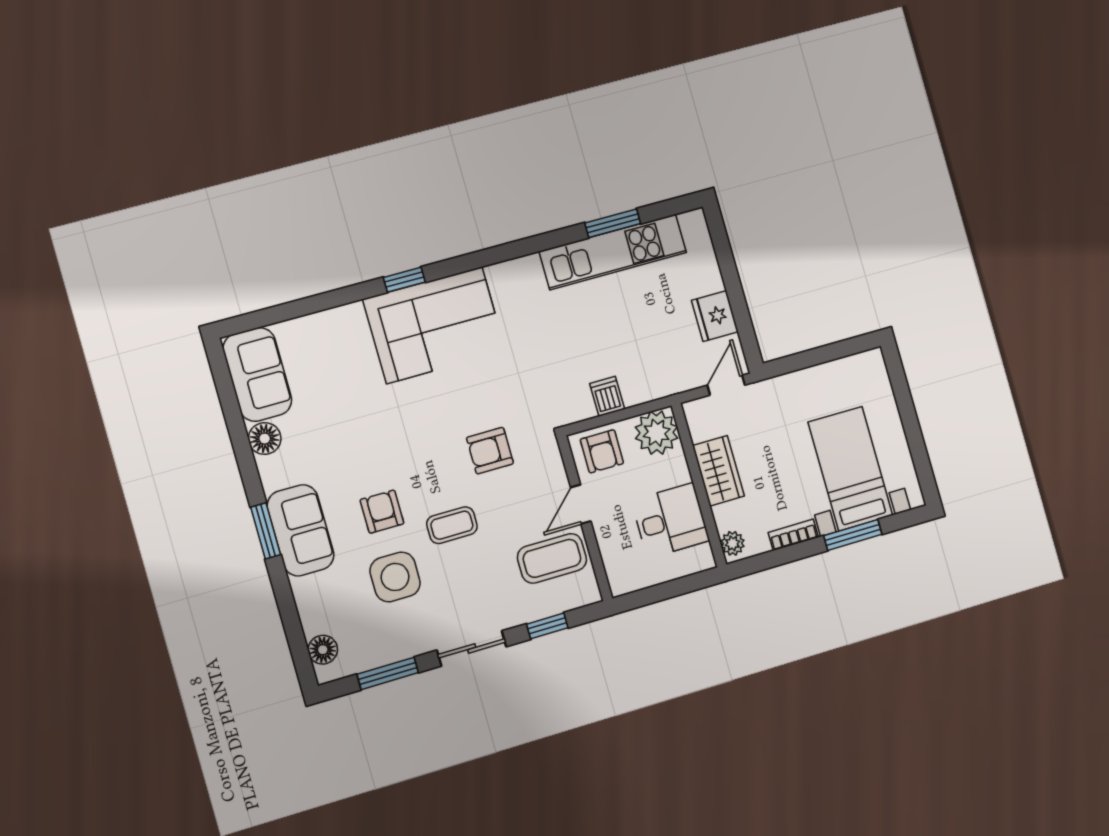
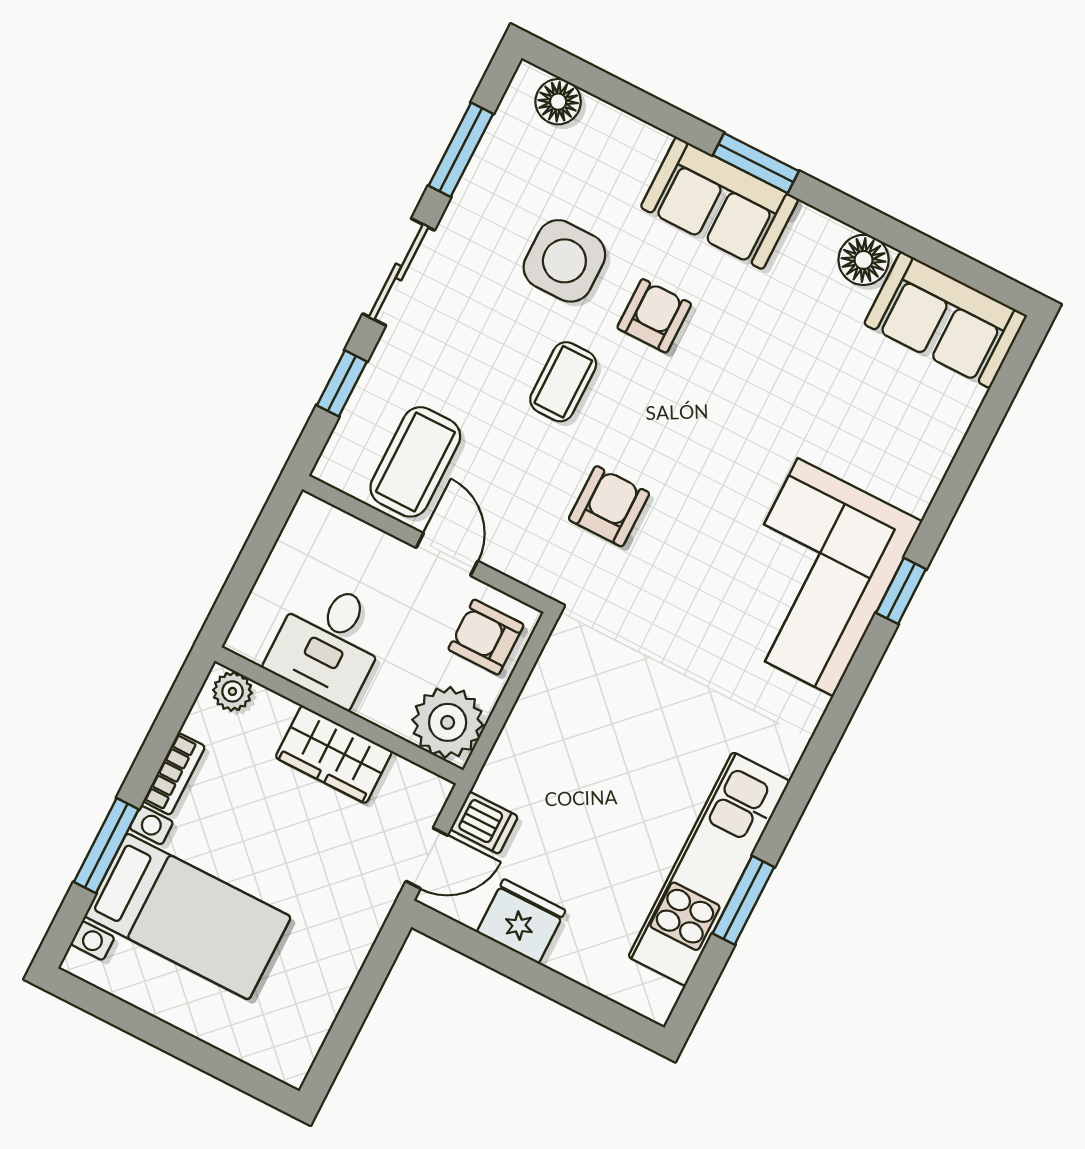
door: (726, 385) -> (427, 858), hinge flipped
dishwasher: (607, 396) -> (484, 823), moved
armchair: (382, 512) -> (654, 316), turned -90

